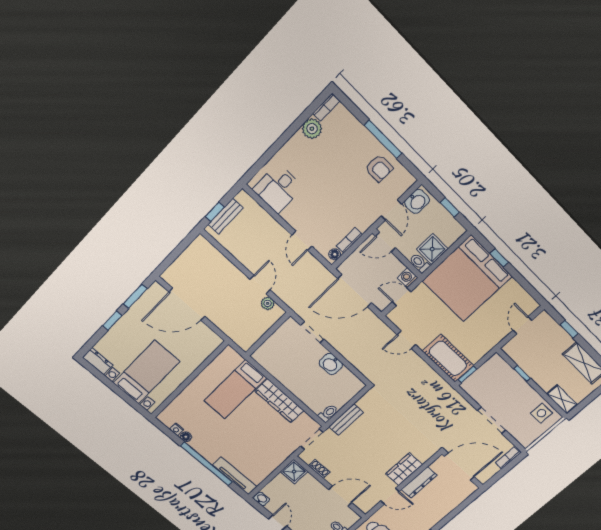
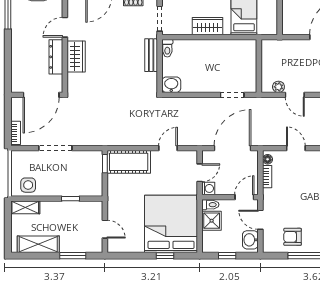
window: (569, 329) -> (73, 256), width x1.50
washbasin: (331, 364) -> (171, 85), moved
wardrobe: (280, 401) -> (207, 26), width x0.67

